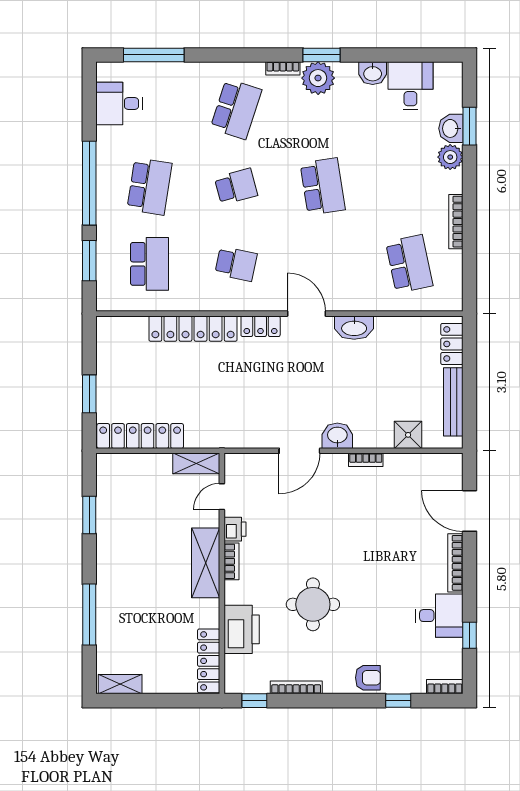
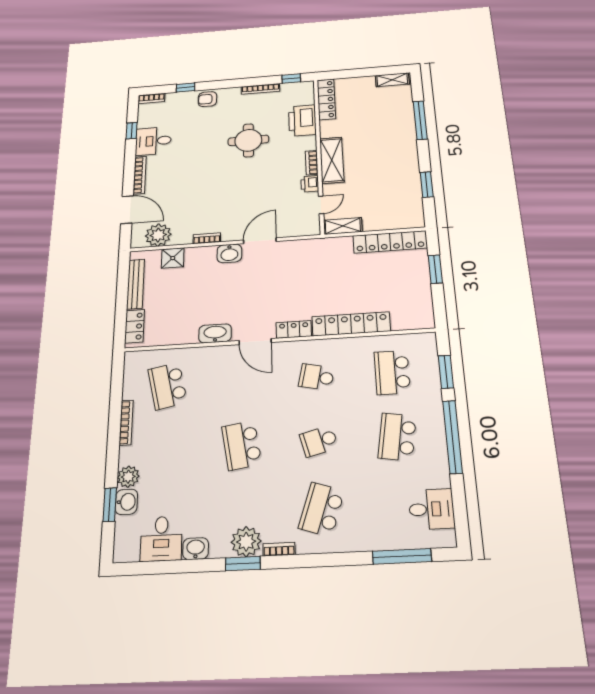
plant: (428, 470) -> (158, 235), added

